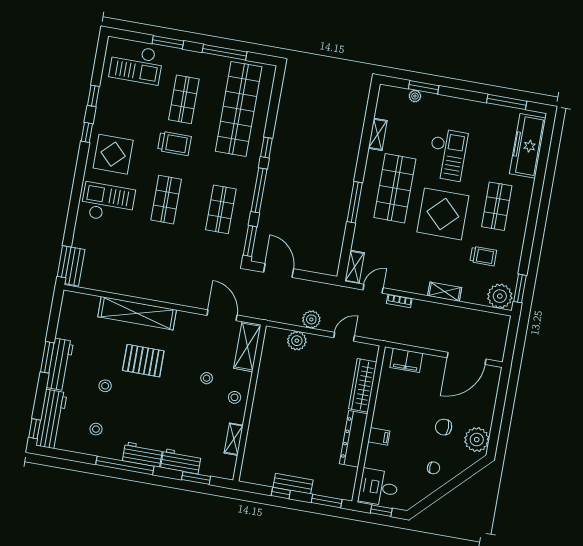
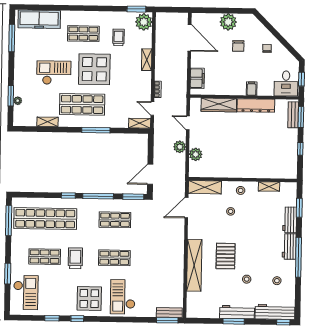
window: (225, 52) -> (9, 220), moved
plant: (477, 440) -> (228, 22), moved
bench: (293, 484) -> (293, 115), moved

